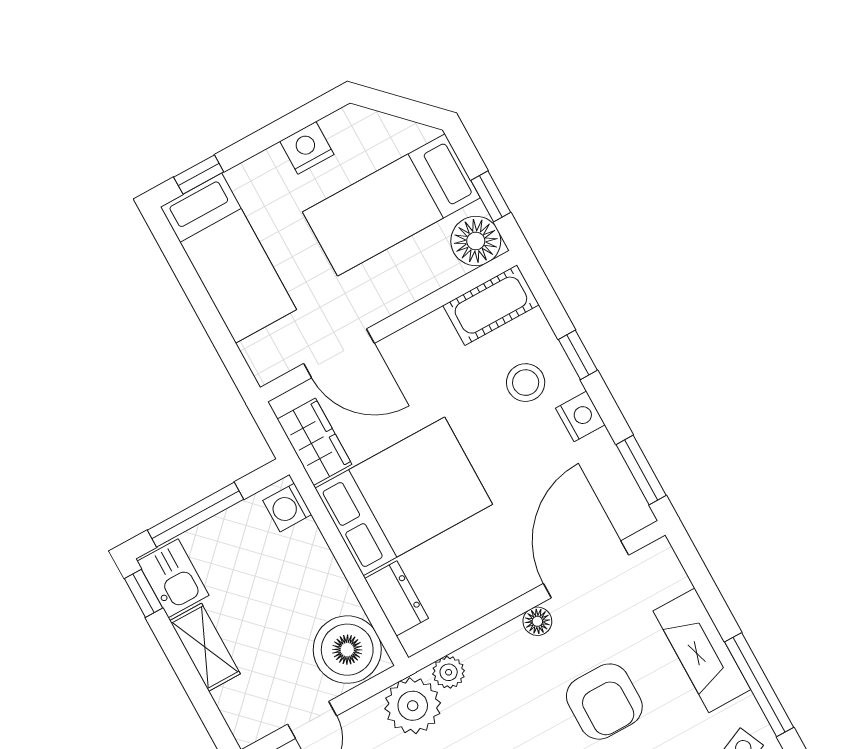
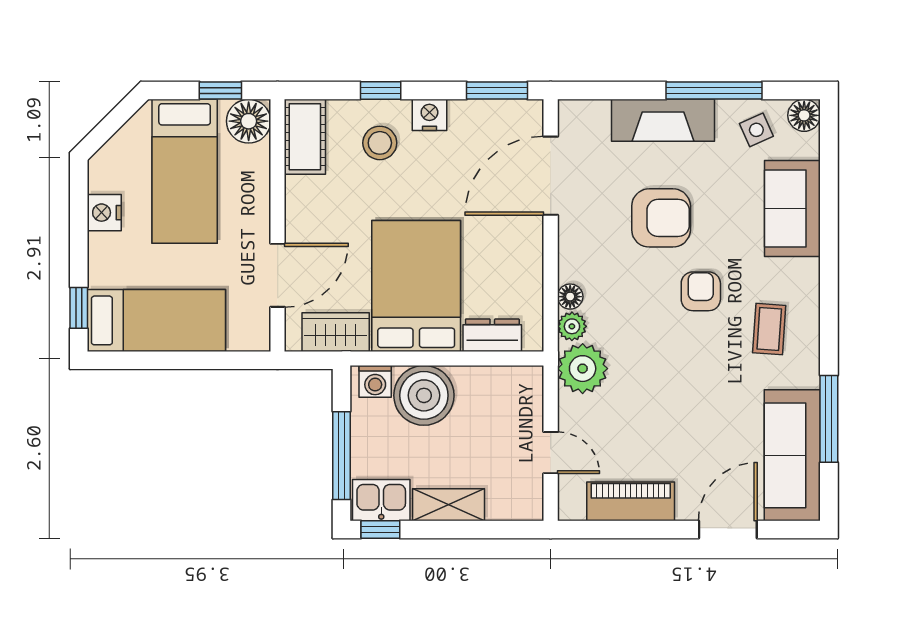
door: (586, 569) -> (551, 176), hinge flipped
floor lamp: (537, 621) -> (570, 297), moved
boiler: (347, 650) -> (424, 395), moved

